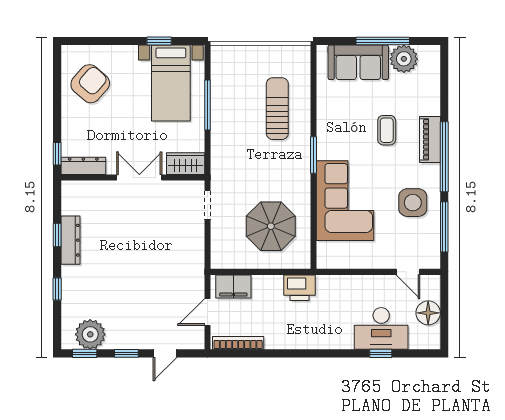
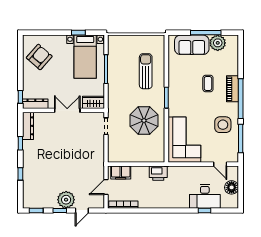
corner sofa: (345, 201) -> (184, 140), moved
parasol: (271, 226) -> (144, 121), moved
dresser: (71, 240) -> (28, 126), moved
plant: (90, 334) -> (66, 200), moved

